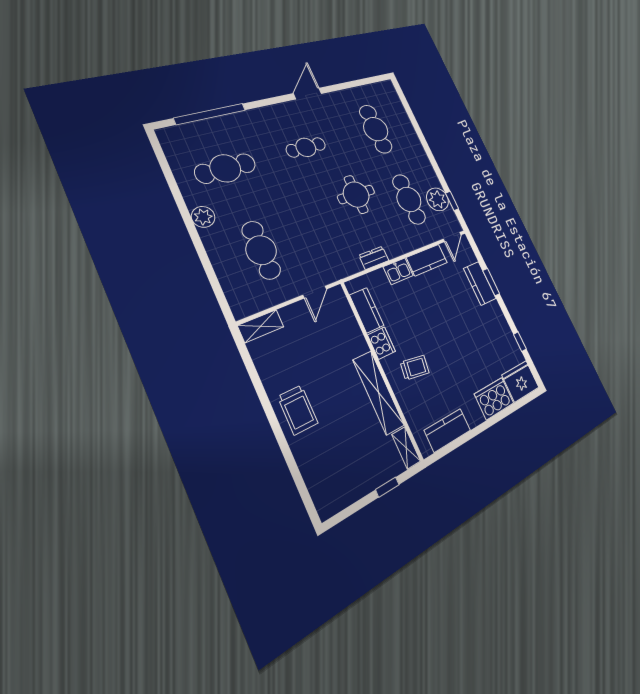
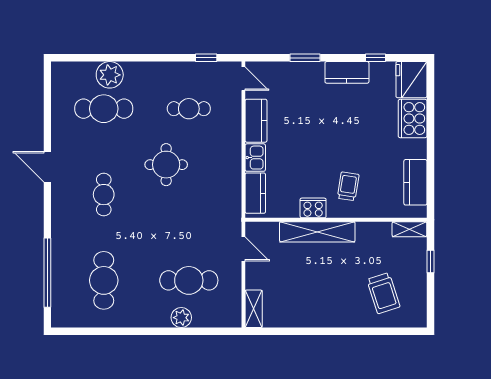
cafe table: (409, 199) -> (189, 109), width x0.73, depth x0.74
plant: (438, 199) -> (110, 75), moved
plant: (203, 217) -> (181, 318), moved
dresser: (374, 258) -> (234, 177), removed
kitchen counter: (480, 283) -> (347, 72), moved
kitchen counter: (367, 310) -> (255, 193), moved, turned 90
shelving: (379, 393) -> (317, 232), moved
trolley: (298, 410) -> (383, 293), moved, turned 72

